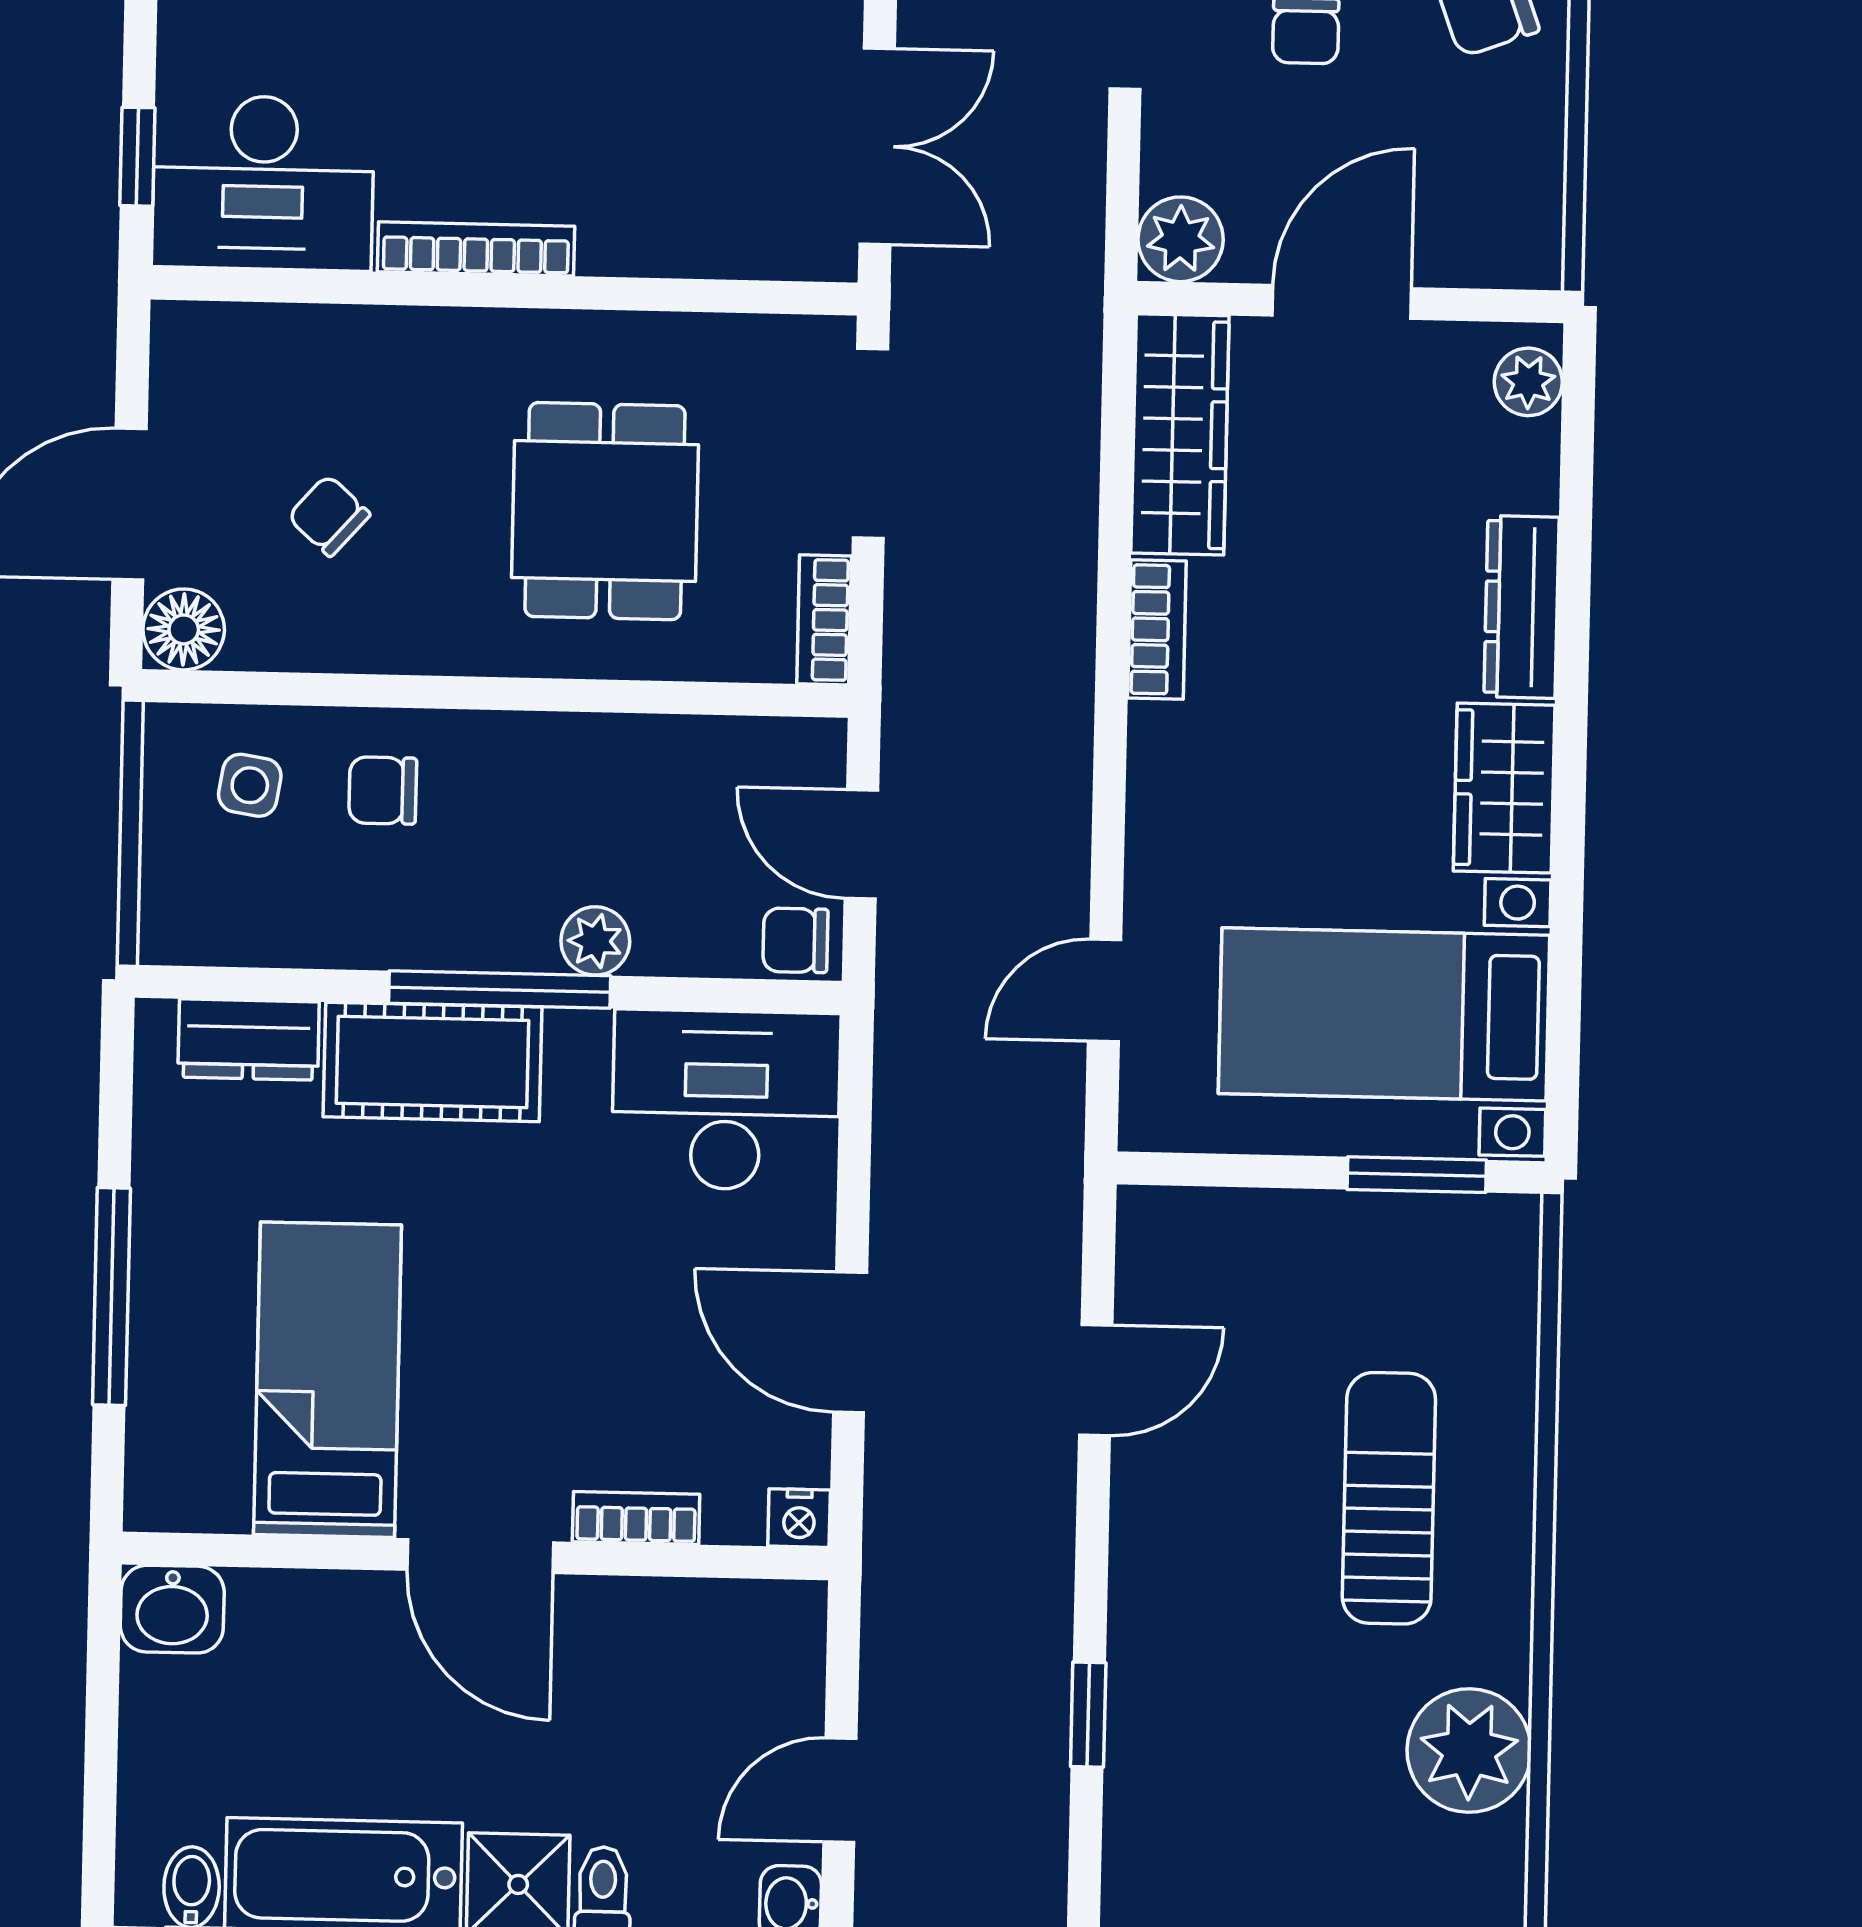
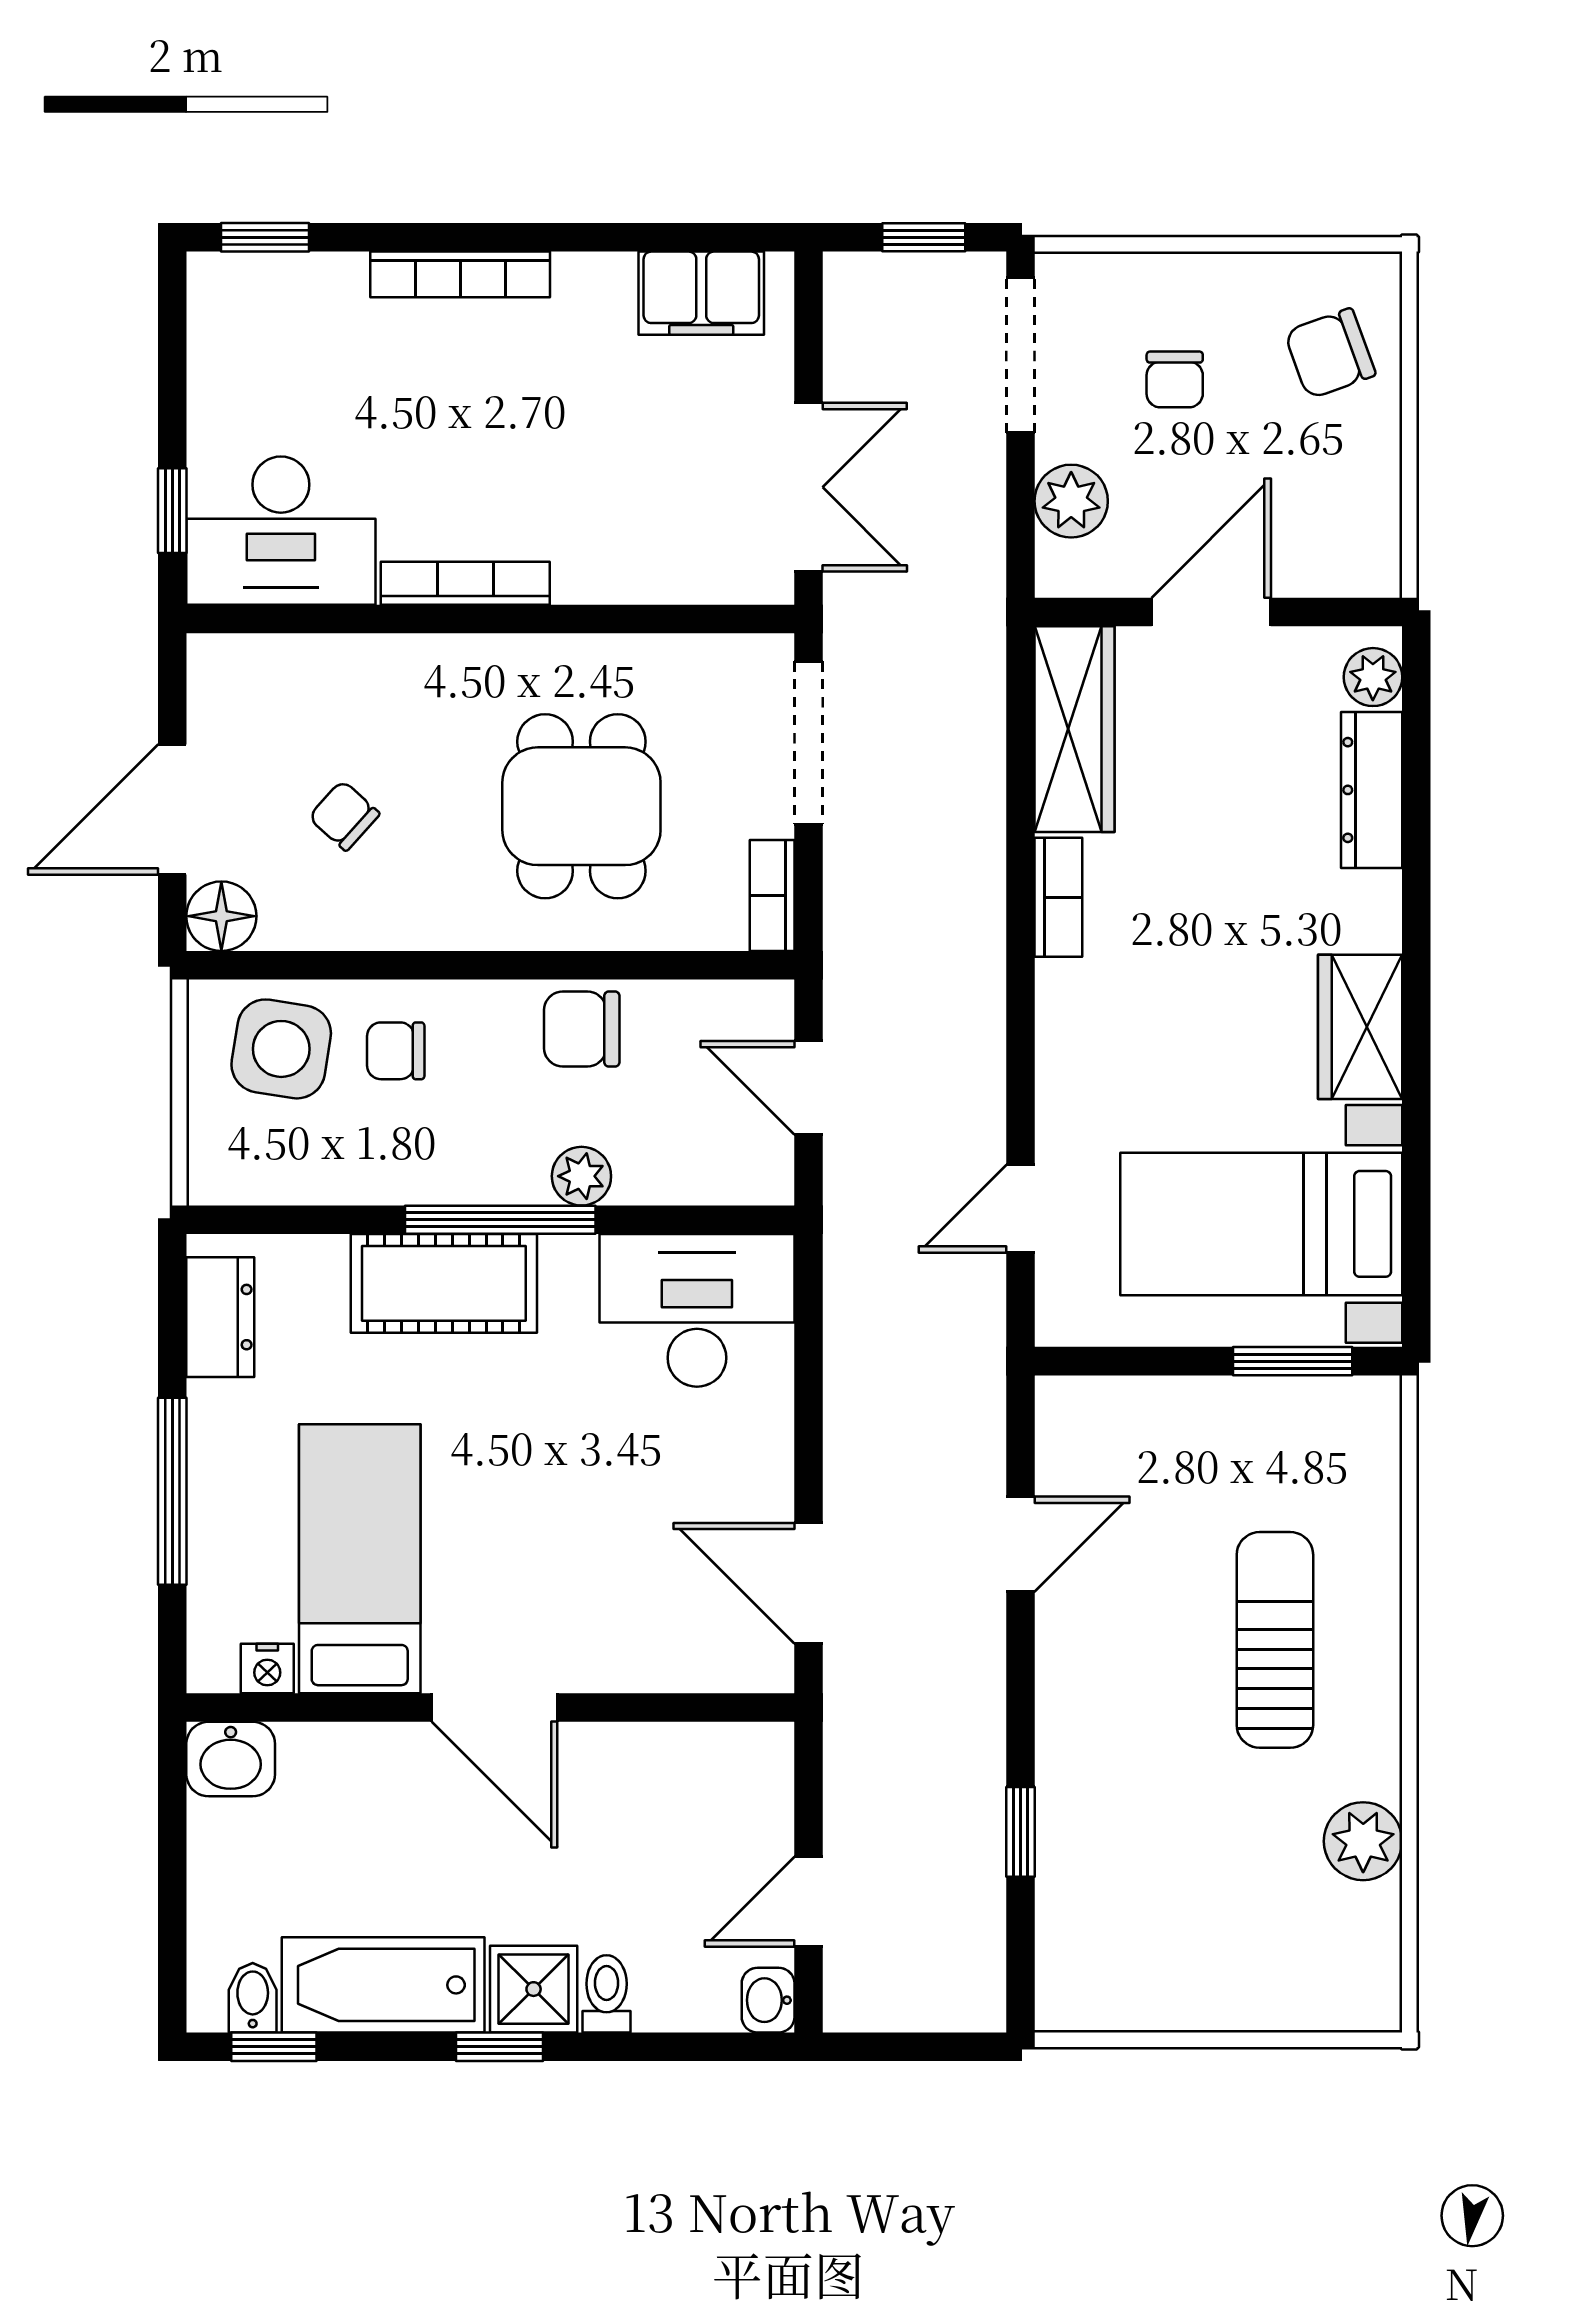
plant: (1181, 239) -> (1071, 501), moved
dresser: (1522, 607) -> (1372, 790), moved
side table: (250, 785) -> (281, 1049), width x1.87, depth x1.87
chair: (795, 940) -> (582, 1029), moved, width x1.37, depth x1.37
dresser: (249, 1040) -> (220, 1317), moved, turned -90
door: (850, 1342) -> (808, 1583), moved
bookcase: (636, 1518) -> (628, 1672), removed
nightstand: (799, 1518) -> (267, 1669), moved
plant: (1469, 1751) -> (1363, 1841), width x0.73, depth x0.73

